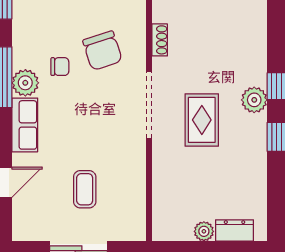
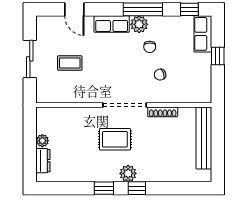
shoe rack: (160, 40) -> (163, 112), width x1.43
chair: (102, 51) -> (160, 75), width x0.54, depth x0.54

